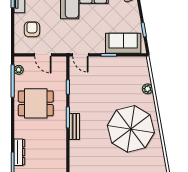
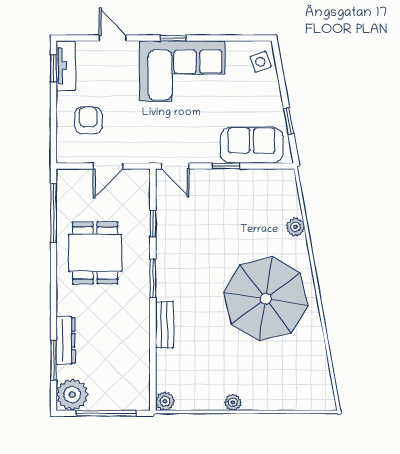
door: (43, 55) -> (108, 166), hinge flipped
plant: (19, 70) -> (64, 193), removed
dining table: (36, 103) -> (95, 253), turned 90
bench: (74, 126) -> (164, 325), moved

